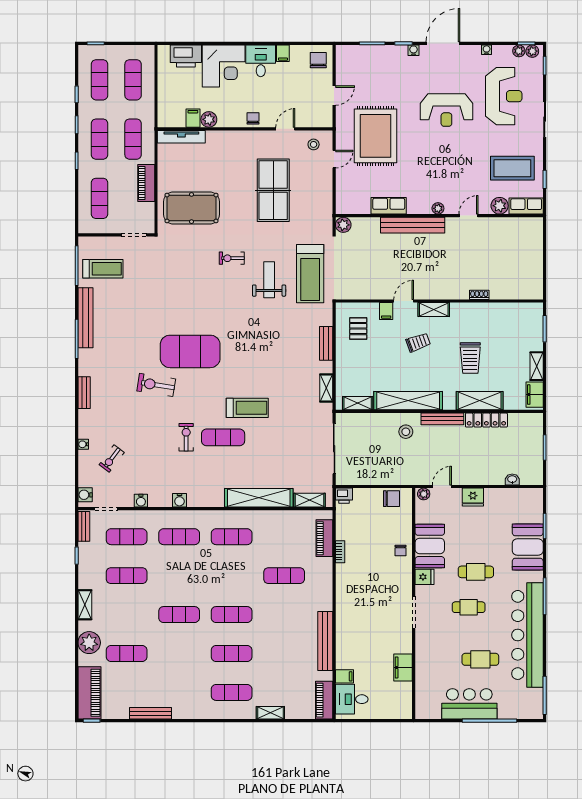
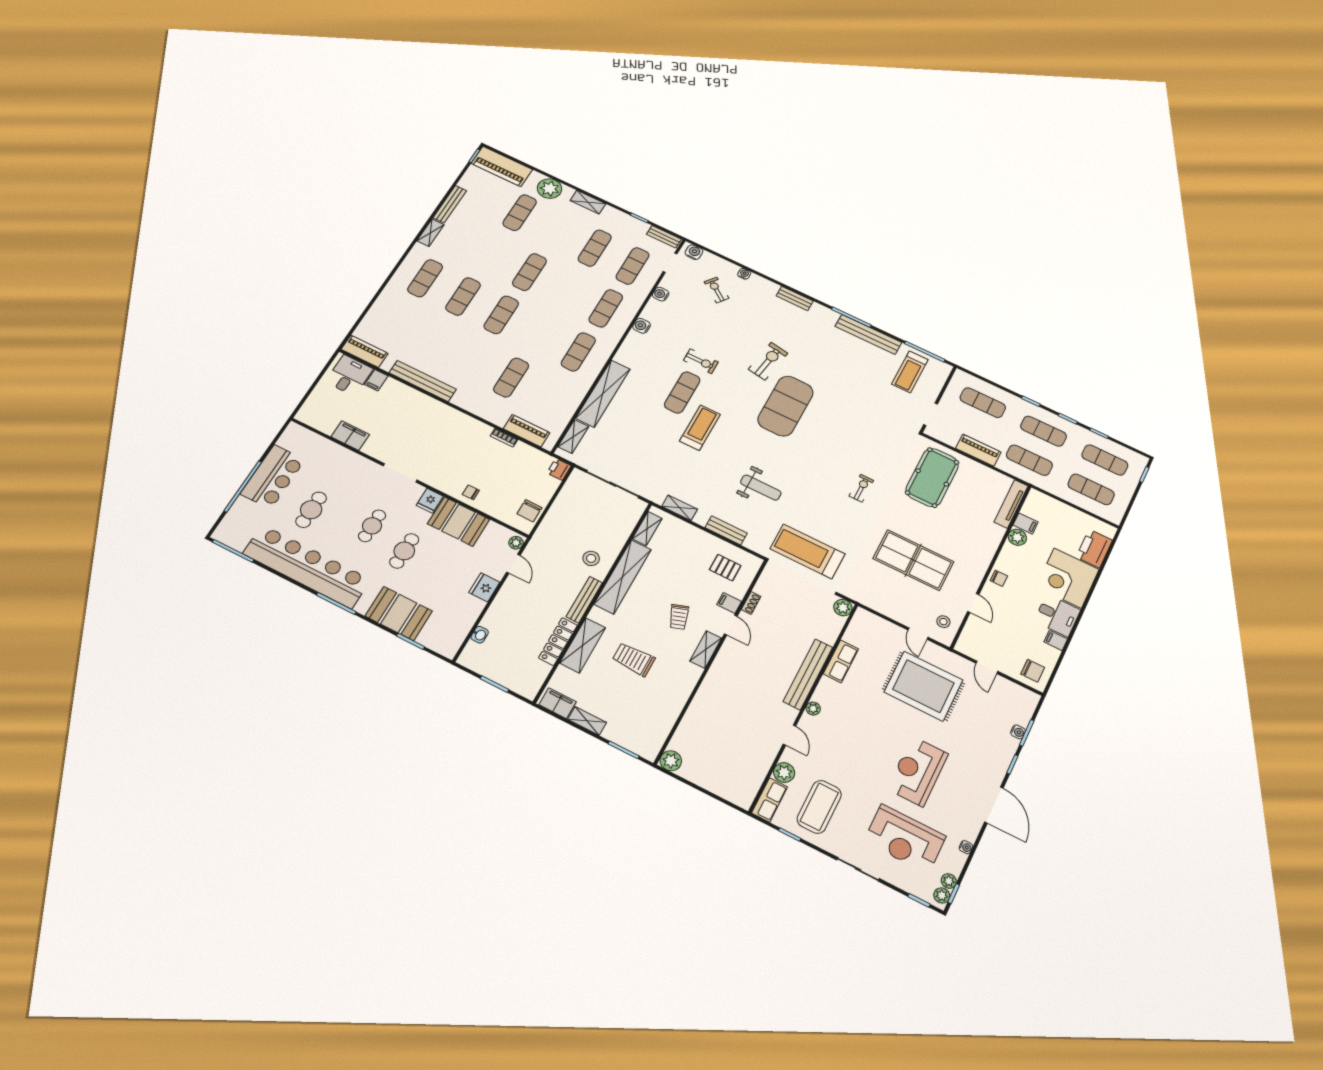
water cooler: (414, 50) -> (1018, 732), moved
weight bench: (269, 280) -> (761, 488), moved
plant: (535, 291) -> (671, 761), added
shoe rack: (479, 295) -> (751, 603), moved
treadmill: (247, 408) -> (700, 428), turned 180
shelving: (270, 713) -> (430, 233), moved

